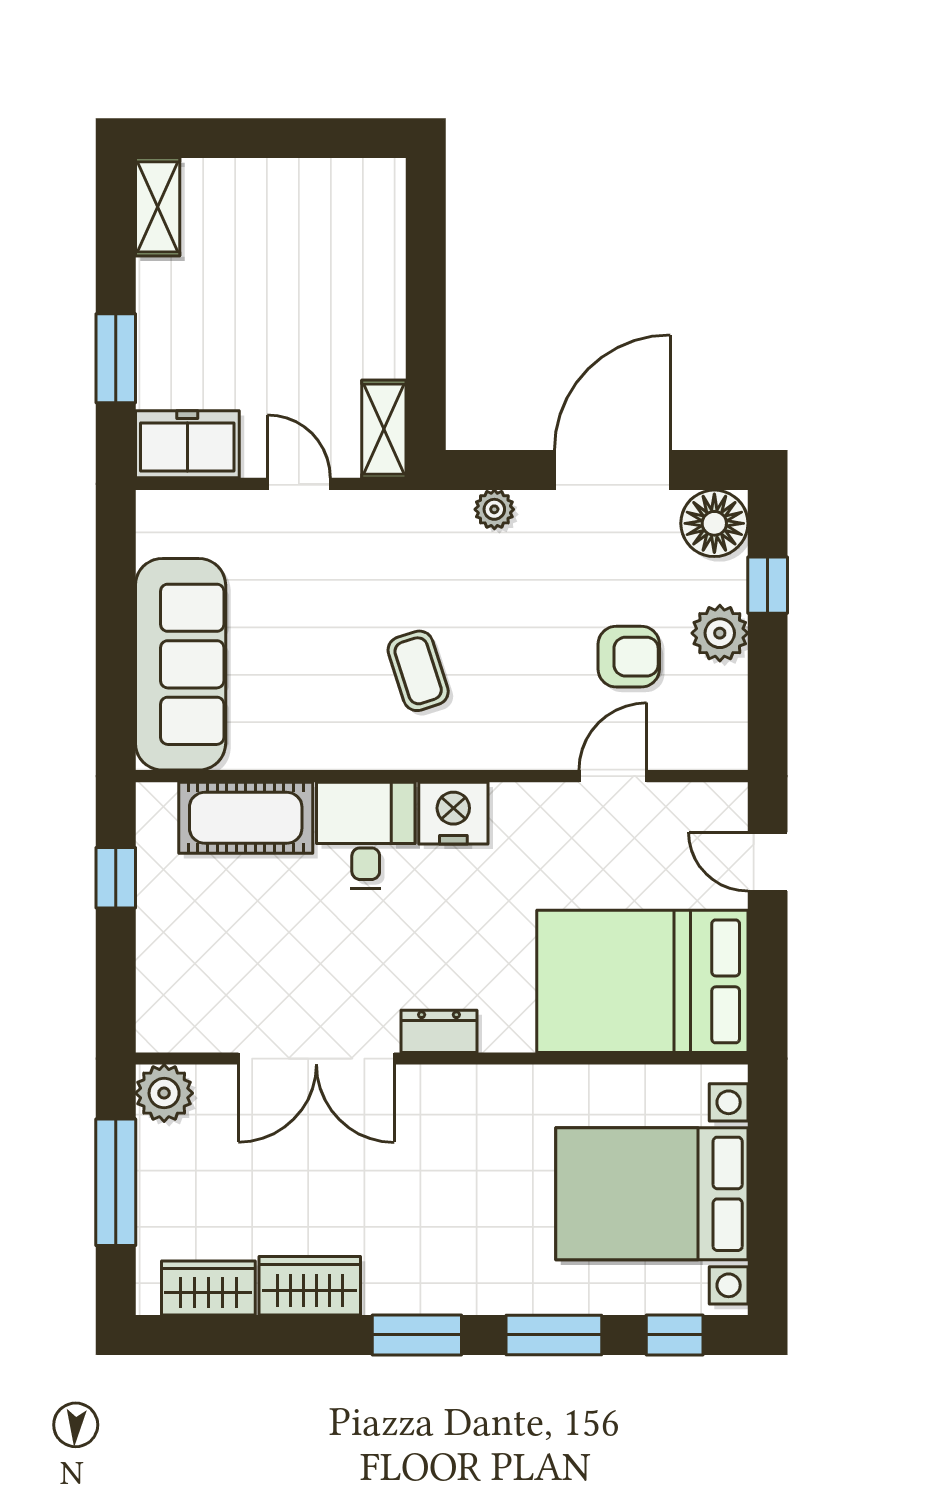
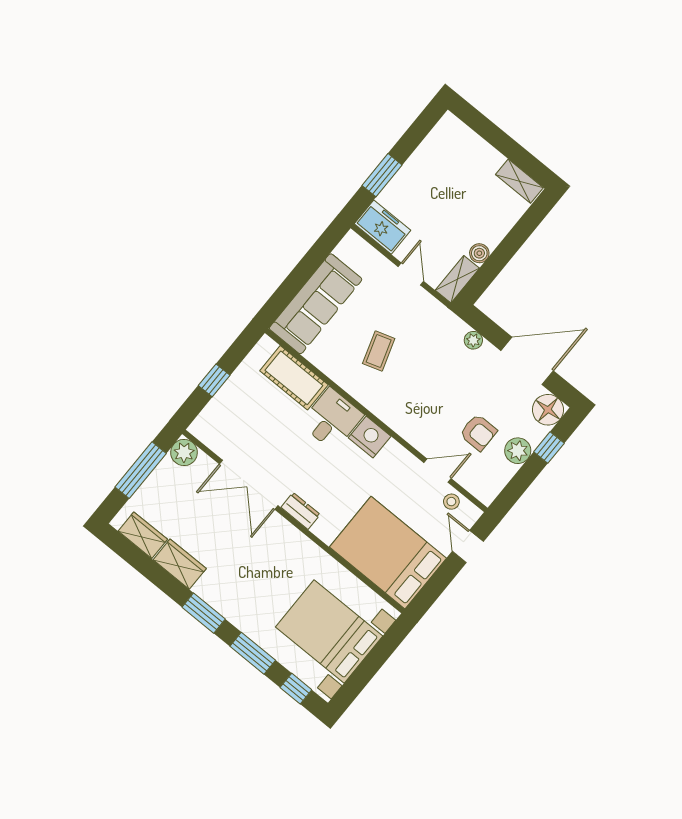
shelving: (158, 207) -> (519, 181), moved, turned 90
boiler: (385, 355) -> (479, 253), added
coffee table: (418, 671) -> (379, 351), moved
stool: (678, 809) -> (451, 502), added
window: (116, 878) -> (214, 380), moved

